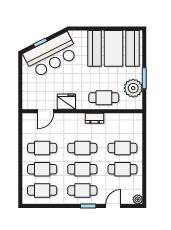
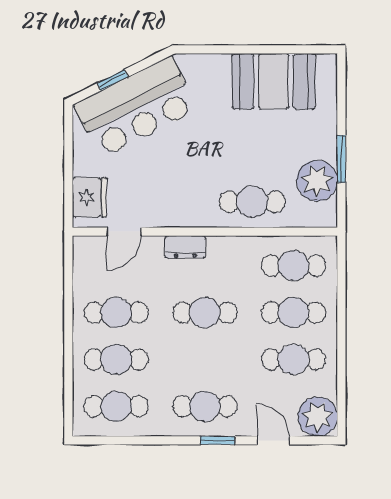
booth: (113, 48) -> (274, 81), width x0.73, depth x0.70
fridge: (66, 102) -> (89, 197), moved, turned 90
dresser: (95, 118) -> (185, 247), moved
cafe table: (82, 169) -> (293, 266), moved
plant: (138, 199) -> (318, 417), width x1.88, depth x1.88
door: (113, 206) -> (273, 440), hinge flipped

